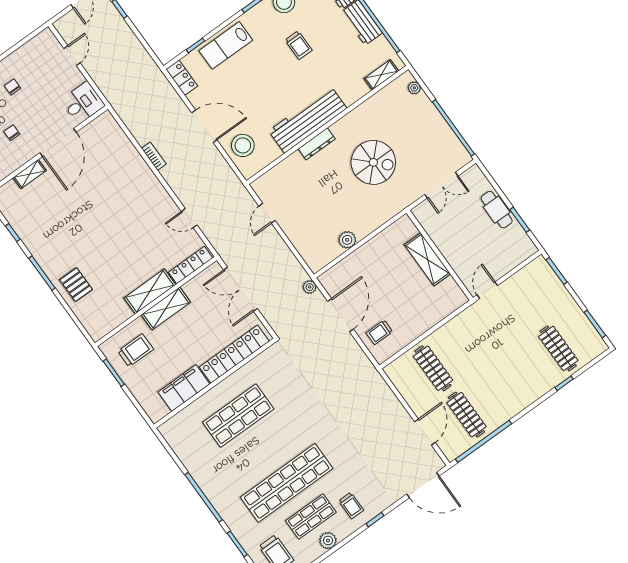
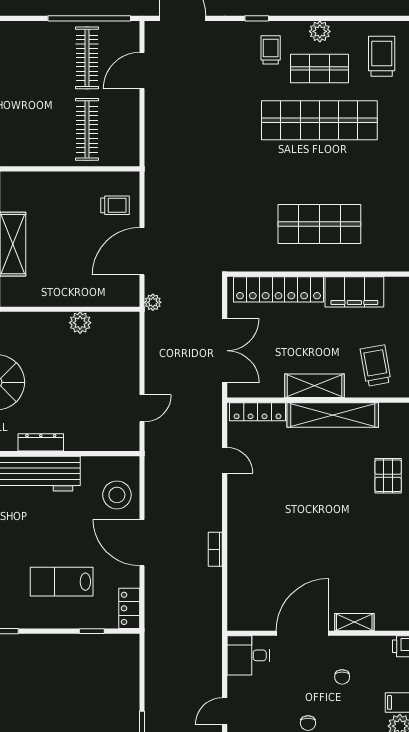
lab bench: (226, 45) -> (62, 582), moved, turned 180
shelving: (150, 291) -> (333, 415), width x1.47
trolley: (136, 350) -> (376, 366), turned 80

